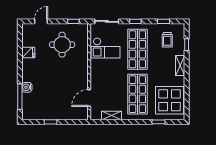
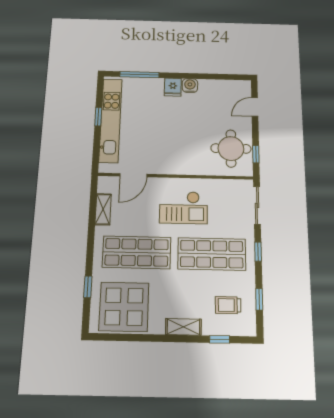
door: (41, 21) -> (255, 107), swing flipped
round table: (62, 45) -> (231, 148), moved
checkout: (106, 48) -> (184, 207), moved, turned -90
fridge: (28, 52) -> (173, 87), moved
water cooler: (27, 87) -> (190, 85), moved
door: (89, 98) -> (133, 175), swing flipped
kitchen unit: (53, 114) -> (111, 120), added

